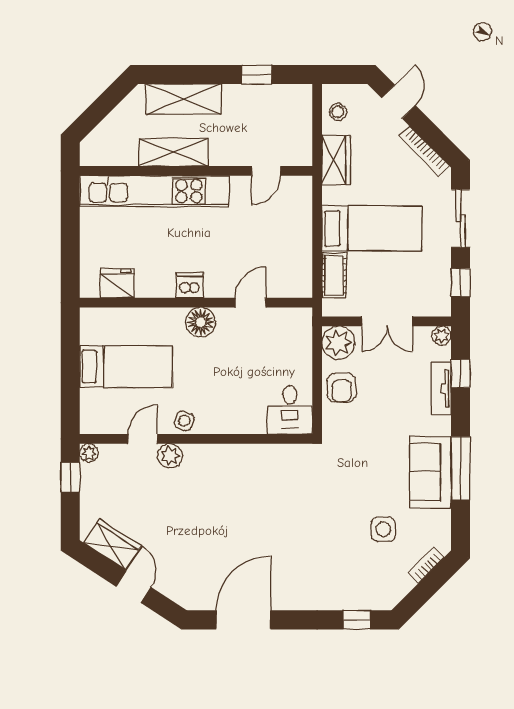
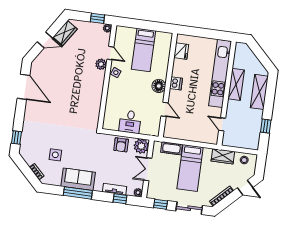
armchair: (342, 387) -> (121, 145), turned -90
desk: (290, 410) -> (130, 122), moved, turned -90

